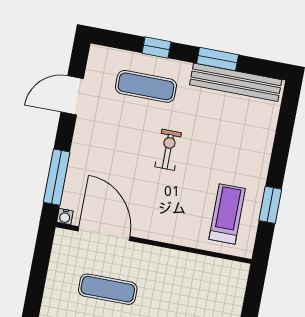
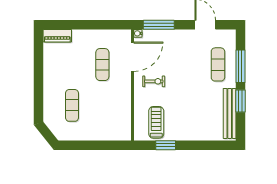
window: (156, 47) -> (240, 66), width x2.17
exercise bike: (168, 150) -> (154, 81), moved
treadmill: (227, 214) -> (156, 122), turned -90

